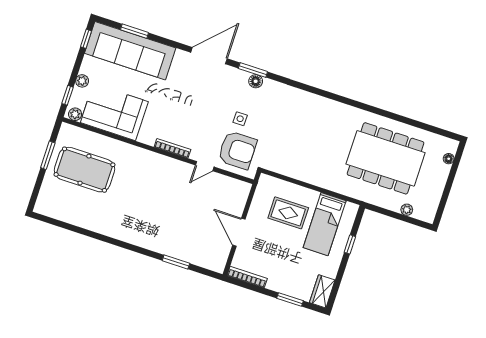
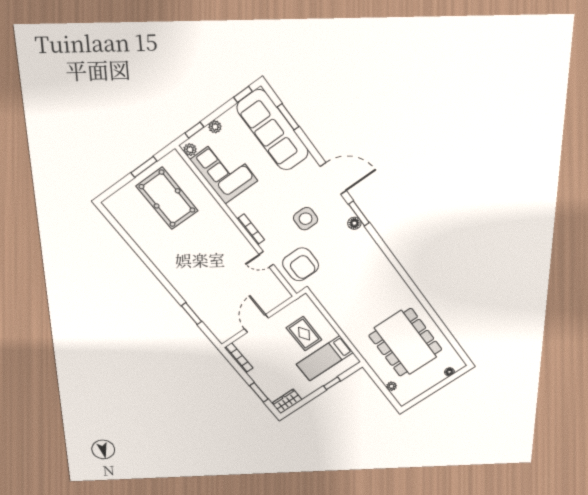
side table: (240, 119) -> (306, 219), moved, width x1.87, depth x1.87

